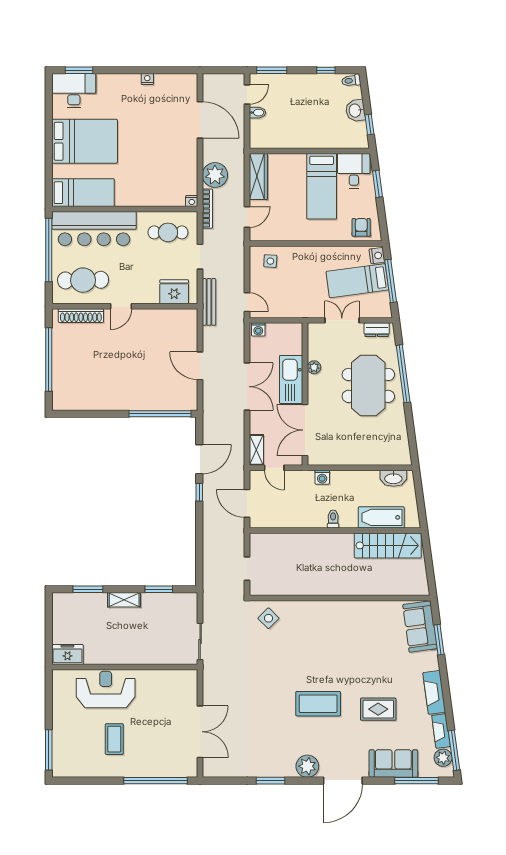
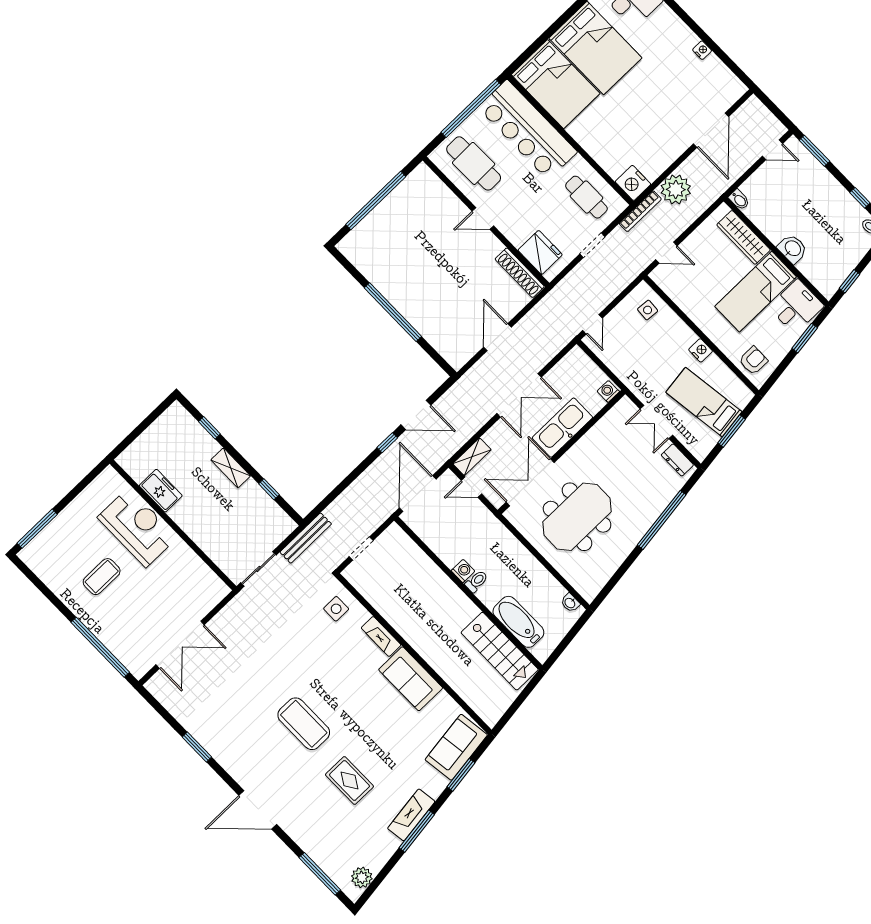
washbasin: (355, 110) -> (792, 249), moved, turned 98
bidet: (258, 113) -> (739, 200), moved
wardrobe: (258, 176) -> (743, 237), moved, turned 90
bed: (83, 193) -> (556, 84), width x1.50
nightstand: (192, 201) -> (633, 183), width x1.89, depth x1.79
nightstand: (377, 256) -> (701, 350), moved, turned -82
window: (391, 281) -> (732, 431), width x0.69
bench: (209, 302) -> (306, 538), moved
shoe rack: (81, 316) -> (520, 273), moved
double door: (342, 320) -> (656, 422), swing flipped
washing machine: (258, 329) -> (608, 391), moved, turned 90
plant: (314, 367) -> (592, 437), removed
meeting table: (368, 385) -> (577, 517), moved
window: (160, 414) -> (393, 312), moved
door: (274, 468) -> (471, 487), hinge flipped
washing machine: (322, 477) -> (463, 571), moved, turned 180
washbasin: (393, 478) -> (570, 603), width x0.52, depth x0.69
door: (247, 503) -> (418, 494), width x1.36
window: (88, 589) -> (209, 428), width x0.67
window: (159, 589) -> (269, 489), width x0.67
side table: (268, 618) -> (336, 609), turned 45
freezer: (67, 654) -> (161, 491), moved
fireplace: (441, 731) -> (381, 636), moved, turned -82
window: (454, 750) -> (417, 831), moved
sofa: (393, 764) -> (411, 679), moved, turned 180
plant: (307, 766) -> (240, 767), removed

